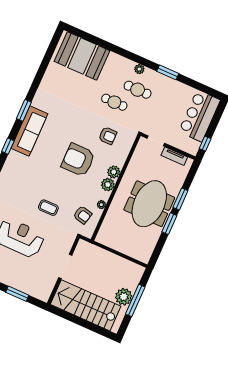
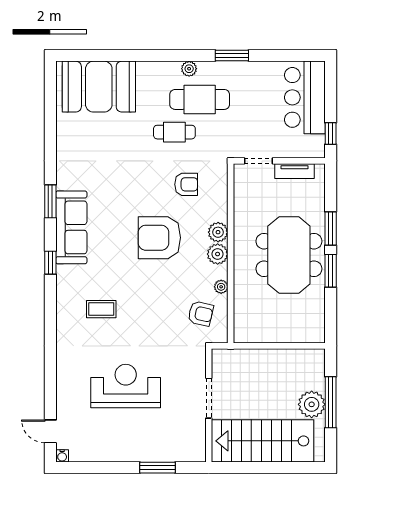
cafe table: (138, 90) -> (200, 99), width x1.37, depth x1.35
coffee table: (48, 208) -> (101, 309), moved

